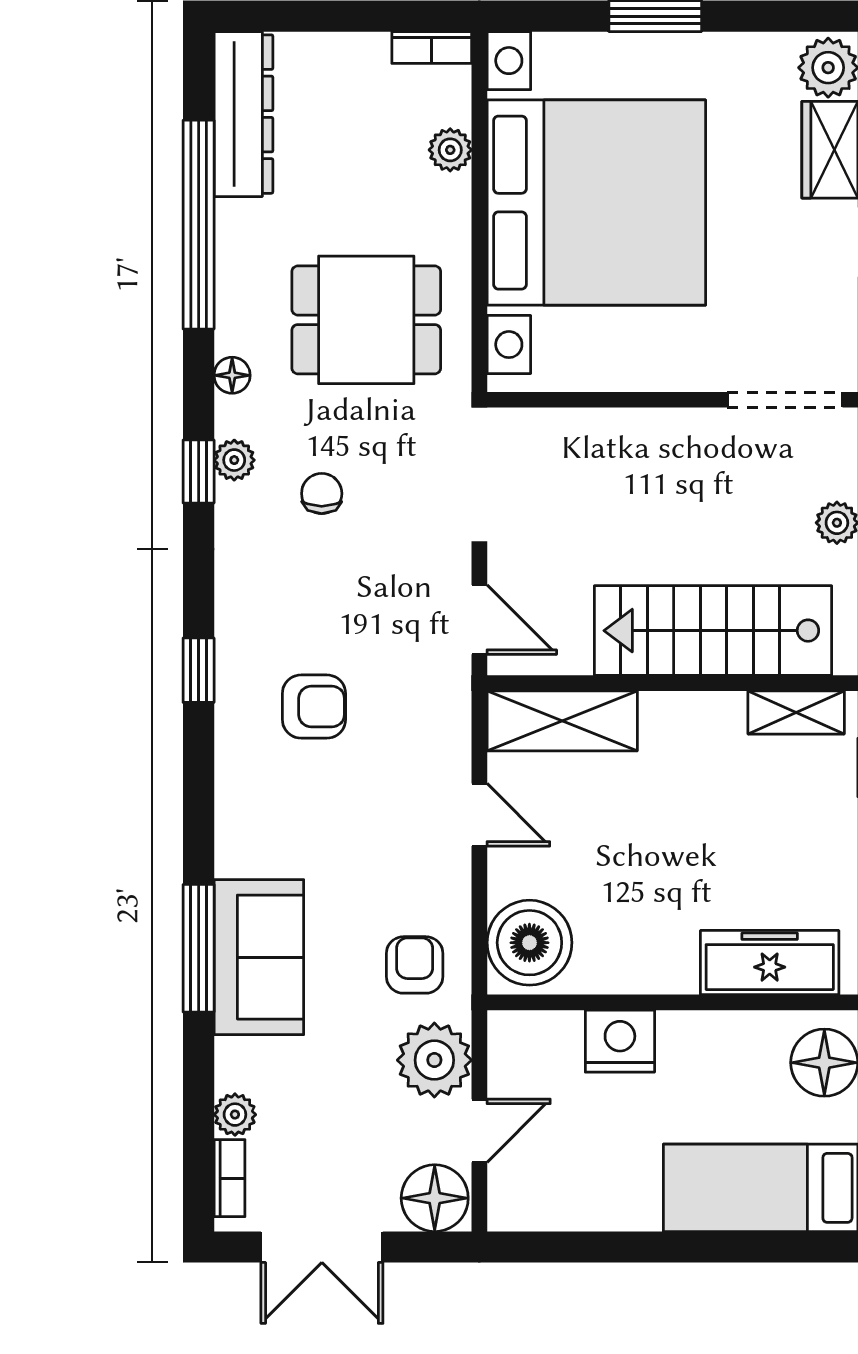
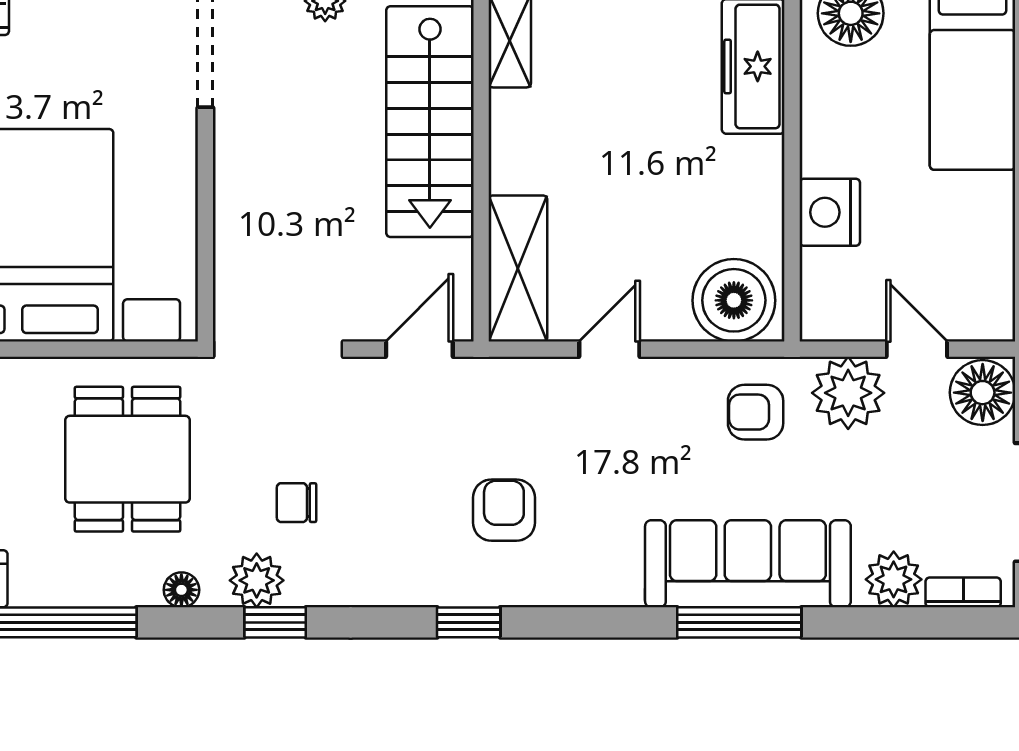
plant: (234, 460) -> (257, 580), width x1.38, depth x1.38
sofa: (259, 957) -> (748, 564), width x1.36
plant: (235, 1115) -> (894, 579), width x1.38, depth x1.38

